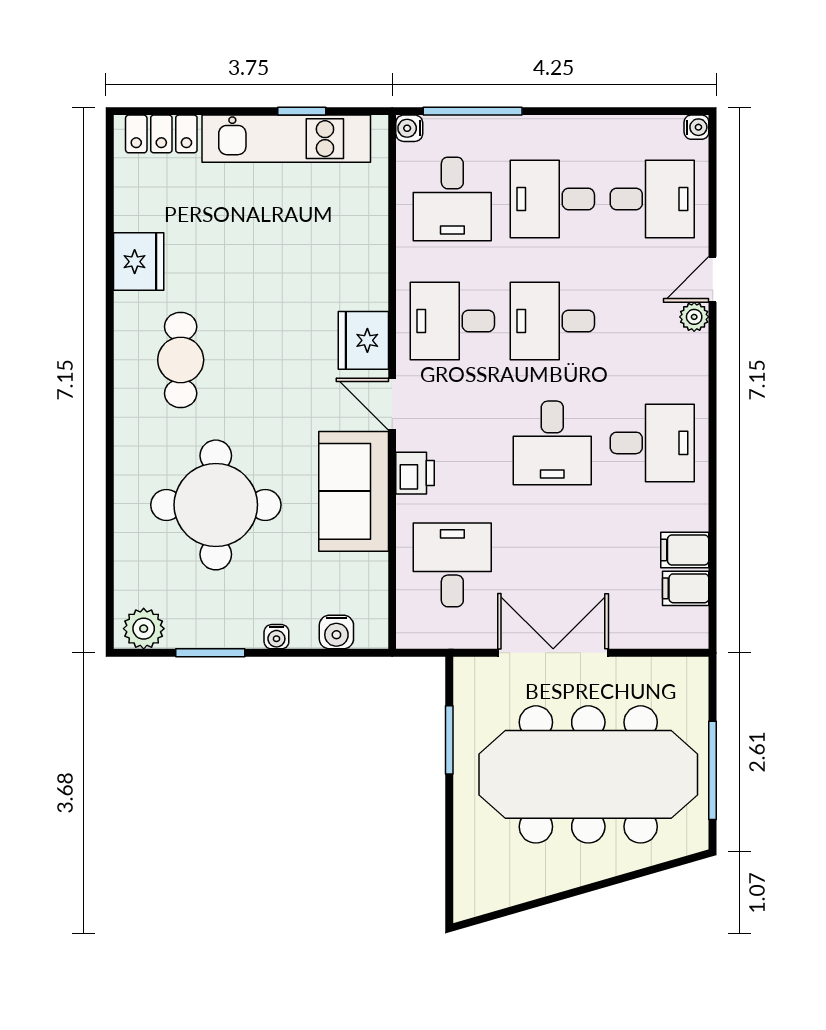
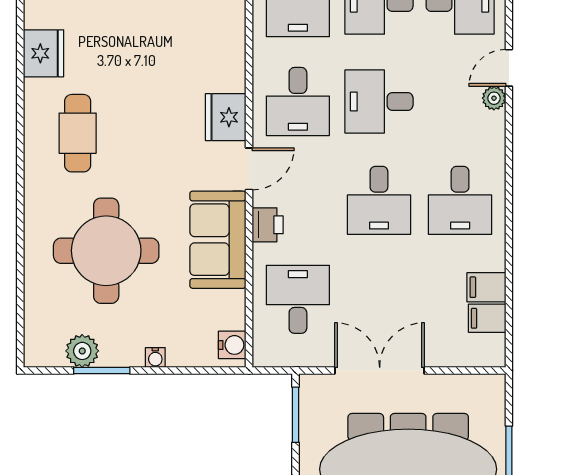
desk: (452, 321) -> (298, 101), turned -90
door: (392, 404) -> (249, 169), swing flipped
desk: (652, 443) -> (460, 200), turned 90
plant: (144, 629) -> (82, 351), moved
water cooler: (336, 632) -> (232, 345), moved, turned -90
window: (449, 740) -> (295, 415), moved

